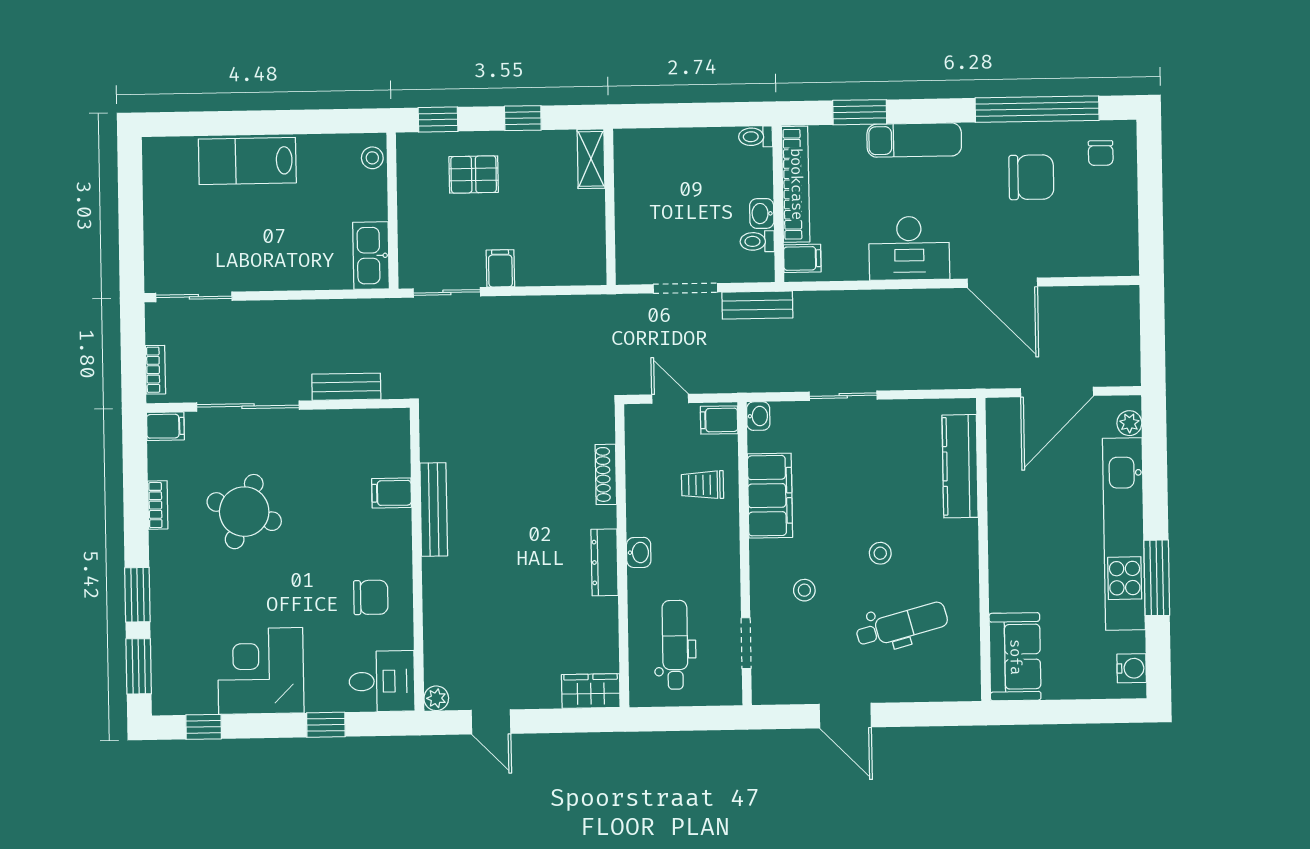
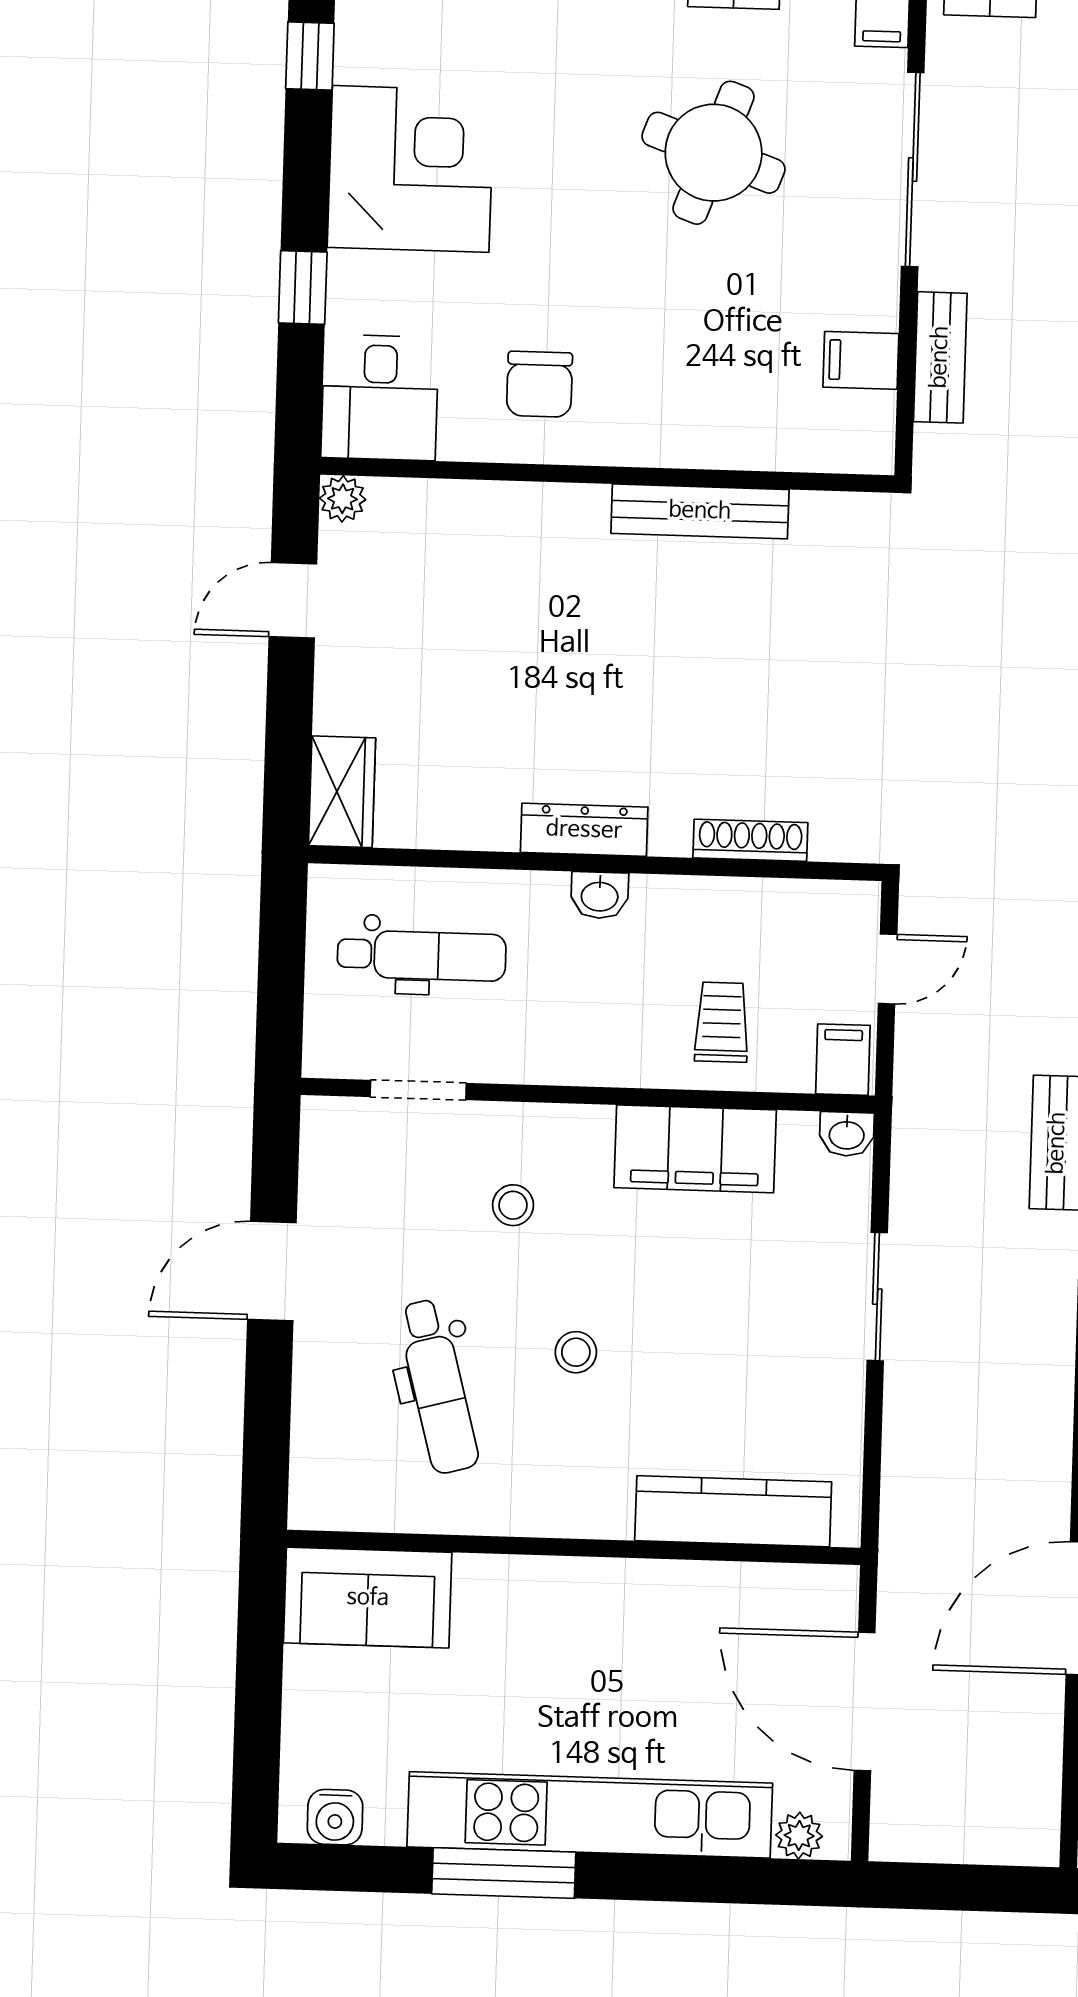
filing cabinet: (392, 493) -> (861, 360), moved, turned -90

